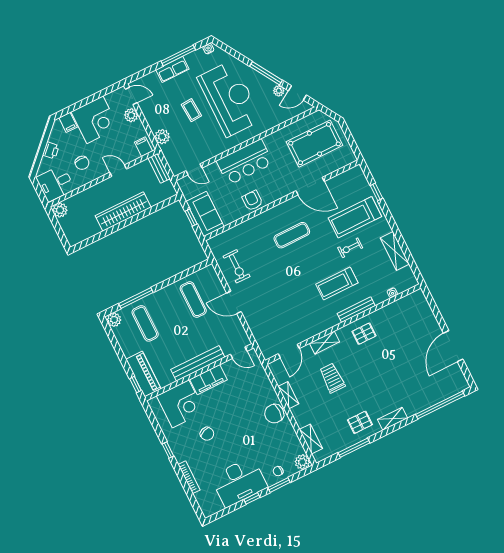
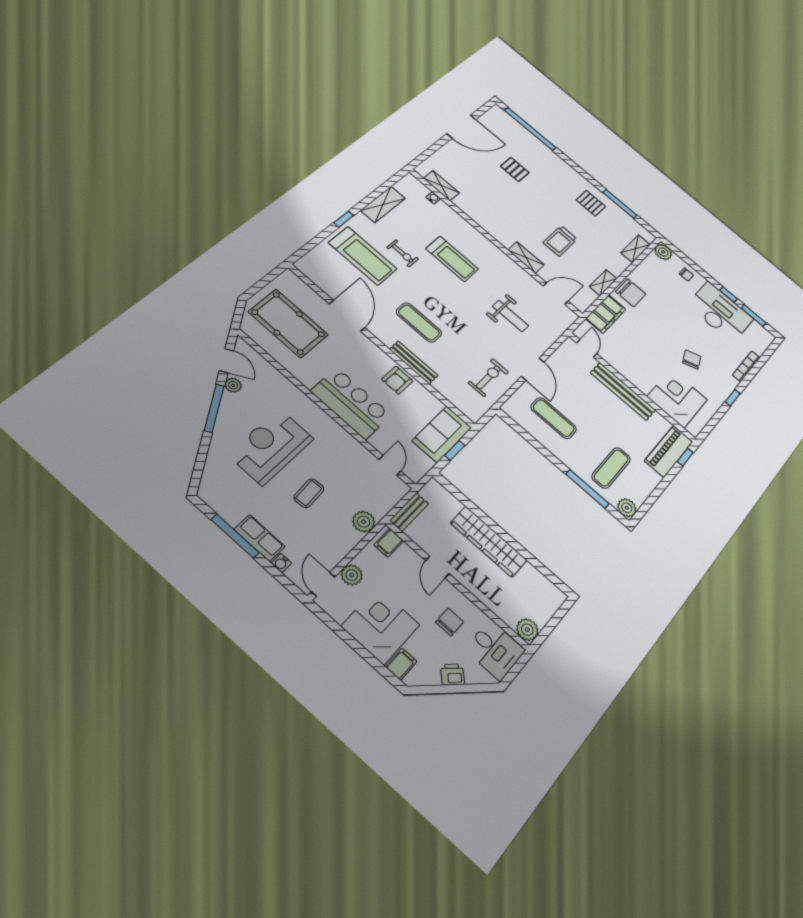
water cooler: (208, 49) -> (281, 563), moved
reception desk: (230, 99) -> (271, 446), width x0.74, depth x0.77
window: (376, 192) -> (344, 219), moved
exercise mat: (193, 300) -> (554, 418), turned 90
weight bench: (279, 306) -> (510, 316), added
bench: (356, 310) -> (414, 362), moved
pallet: (364, 334) -> (515, 169), moved
filing cabinet: (208, 380) -> (606, 314), moved, turned 90
shelving: (393, 419) -> (441, 186), moved
window: (279, 485) -> (754, 315), moved

